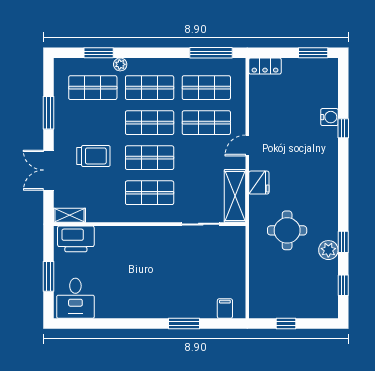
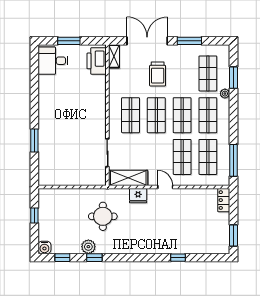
water cooler: (329, 117) -> (44, 247), moved
double door: (48, 170) -> (147, 41), width x1.37
filing cabinet: (225, 309) -> (45, 171), removed

